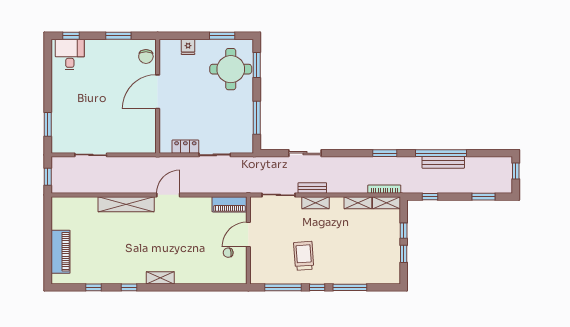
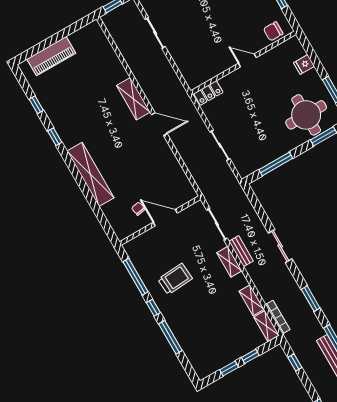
door: (158, 92) -> (247, 60), width x0.53
locker: (185, 147) -> (208, 93), moved, turned 90
sliding door: (305, 153) -> (280, 246), moved
shelving: (126, 204) -> (133, 99), width x0.68
piano: (229, 204) -> (183, 185), removed
shelving: (160, 278) -> (91, 174), width x2.20, depth x1.33

